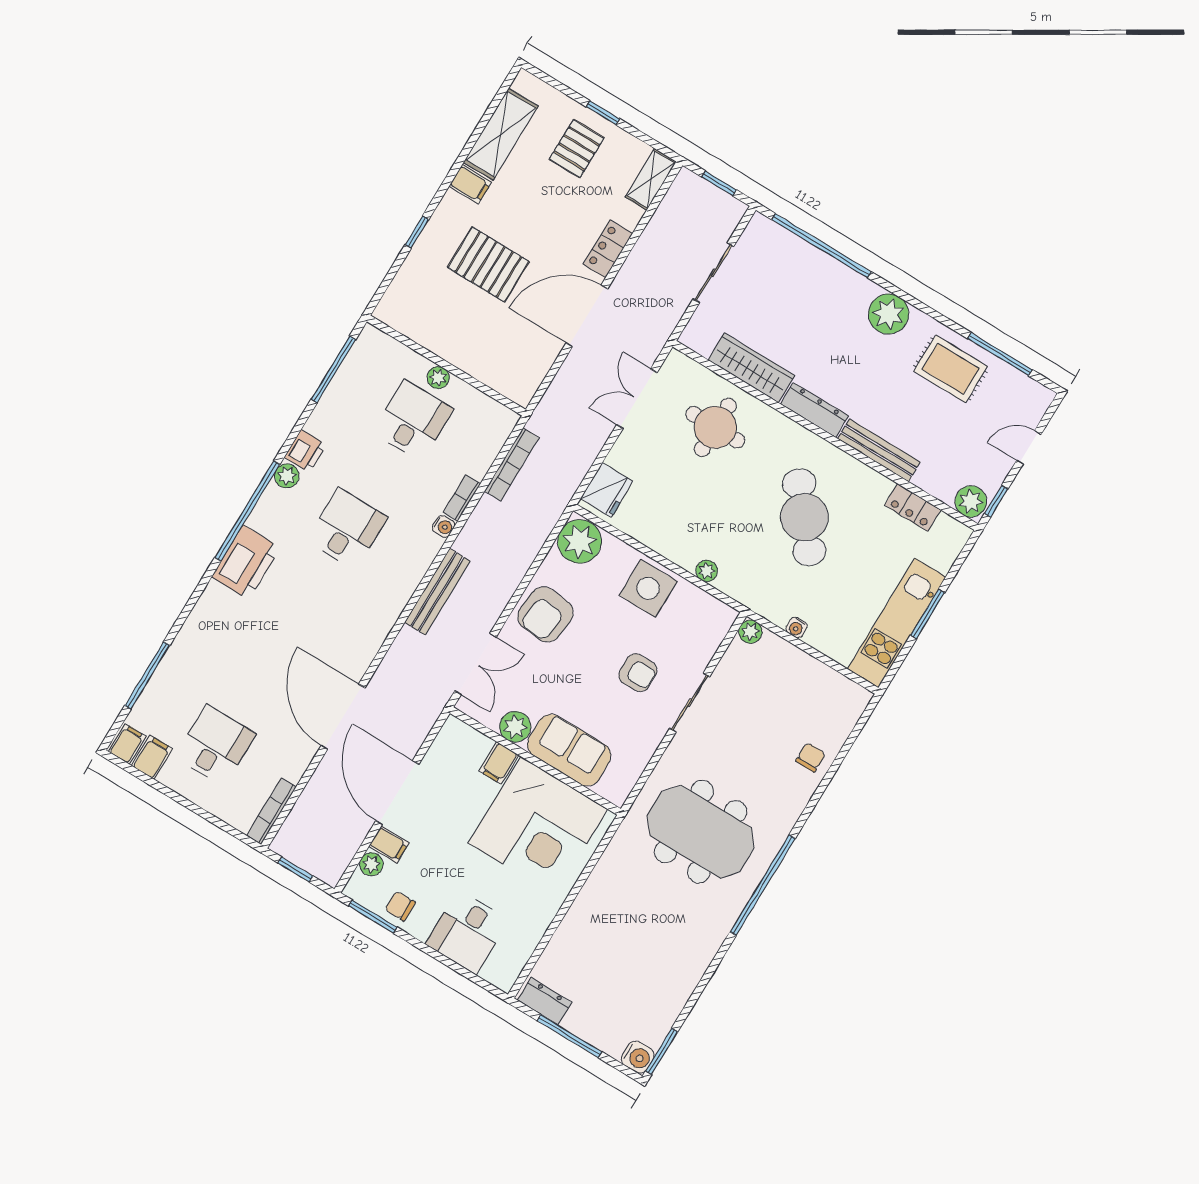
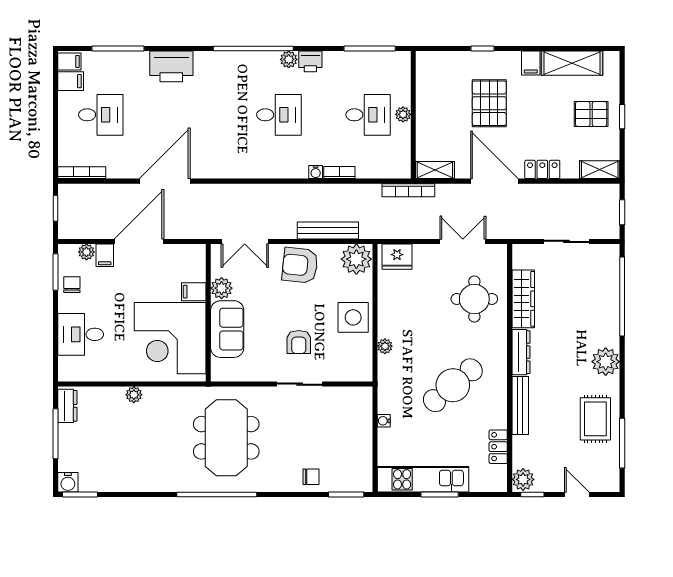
shelving: (529, 380) -> (435, 170), added
bookcase: (512, 464) -> (408, 190), moved
printer: (246, 562) -> (171, 66), moved
bench: (437, 592) -> (328, 230), moved
plant: (750, 632) -> (134, 395), moved
window: (858, 728) -> (346, 495), added

